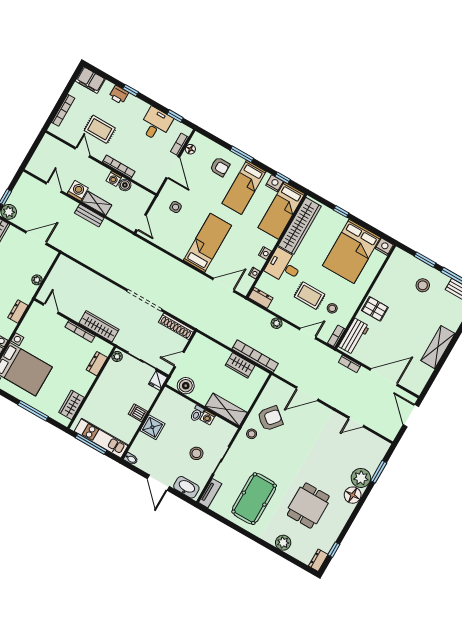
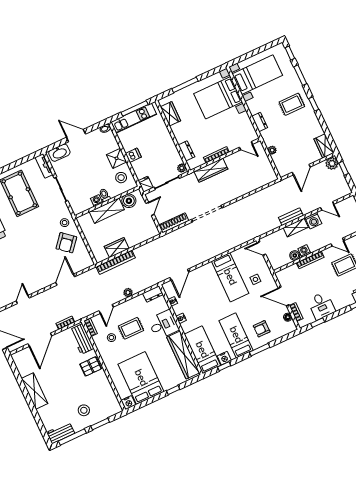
bed: (207, 243) -> (230, 277), moved
shelving: (226, 409) -> (107, 211), moved
stool: (196, 453) -> (121, 178), moved

